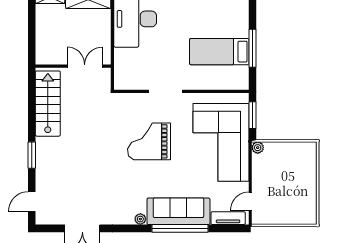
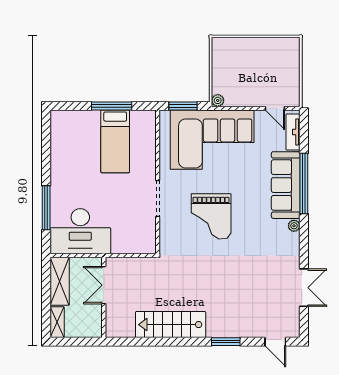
wall: (73, 66) -> (104, 297), moved
double door: (85, 66) -> (104, 285), moved

